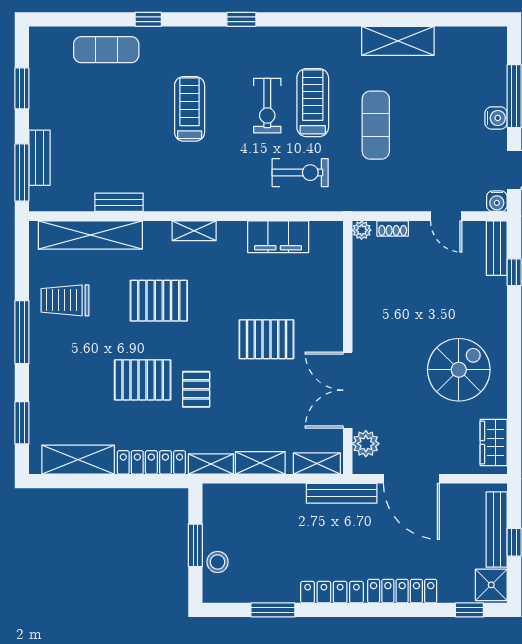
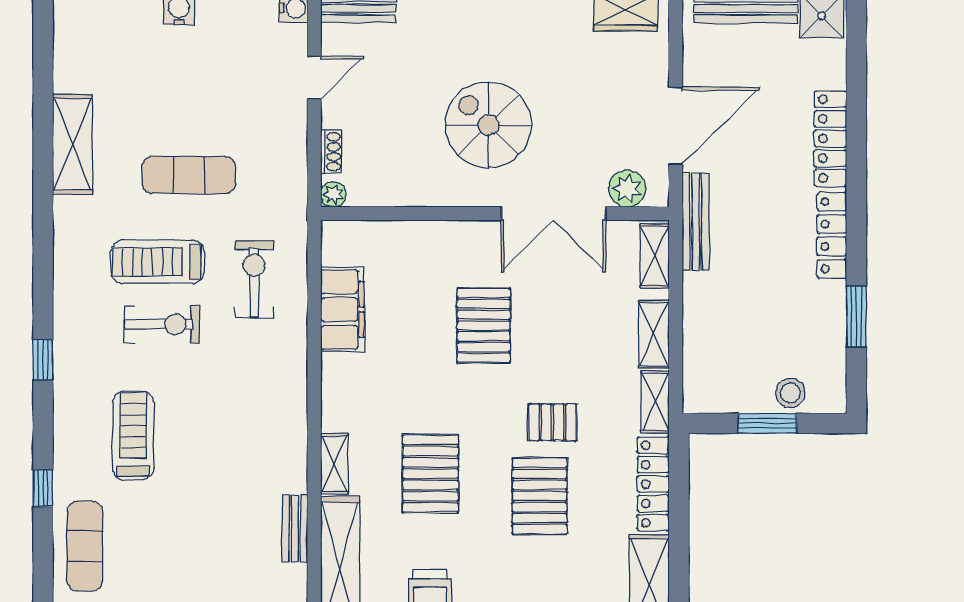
treadmill: (190, 109) -> (133, 435), moved, turned 90
shelving: (194, 231) -> (334, 464), moved
spiral stairs: (459, 370) -> (488, 125), moved
window: (469, 610) -> (856, 46), removed

